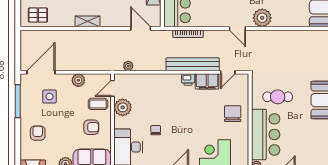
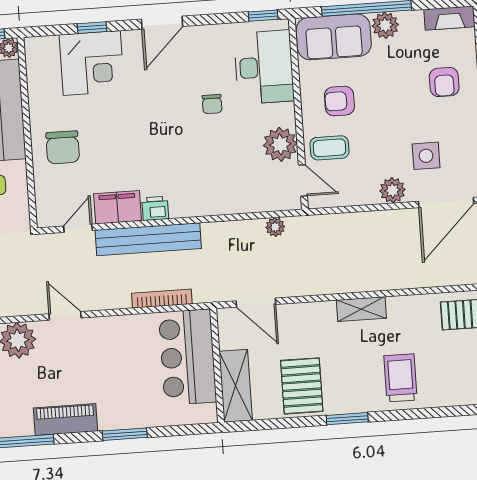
plant: (78, 80) -> (393, 190), moved
door: (112, 88) -> (303, 180), hinge flipped

